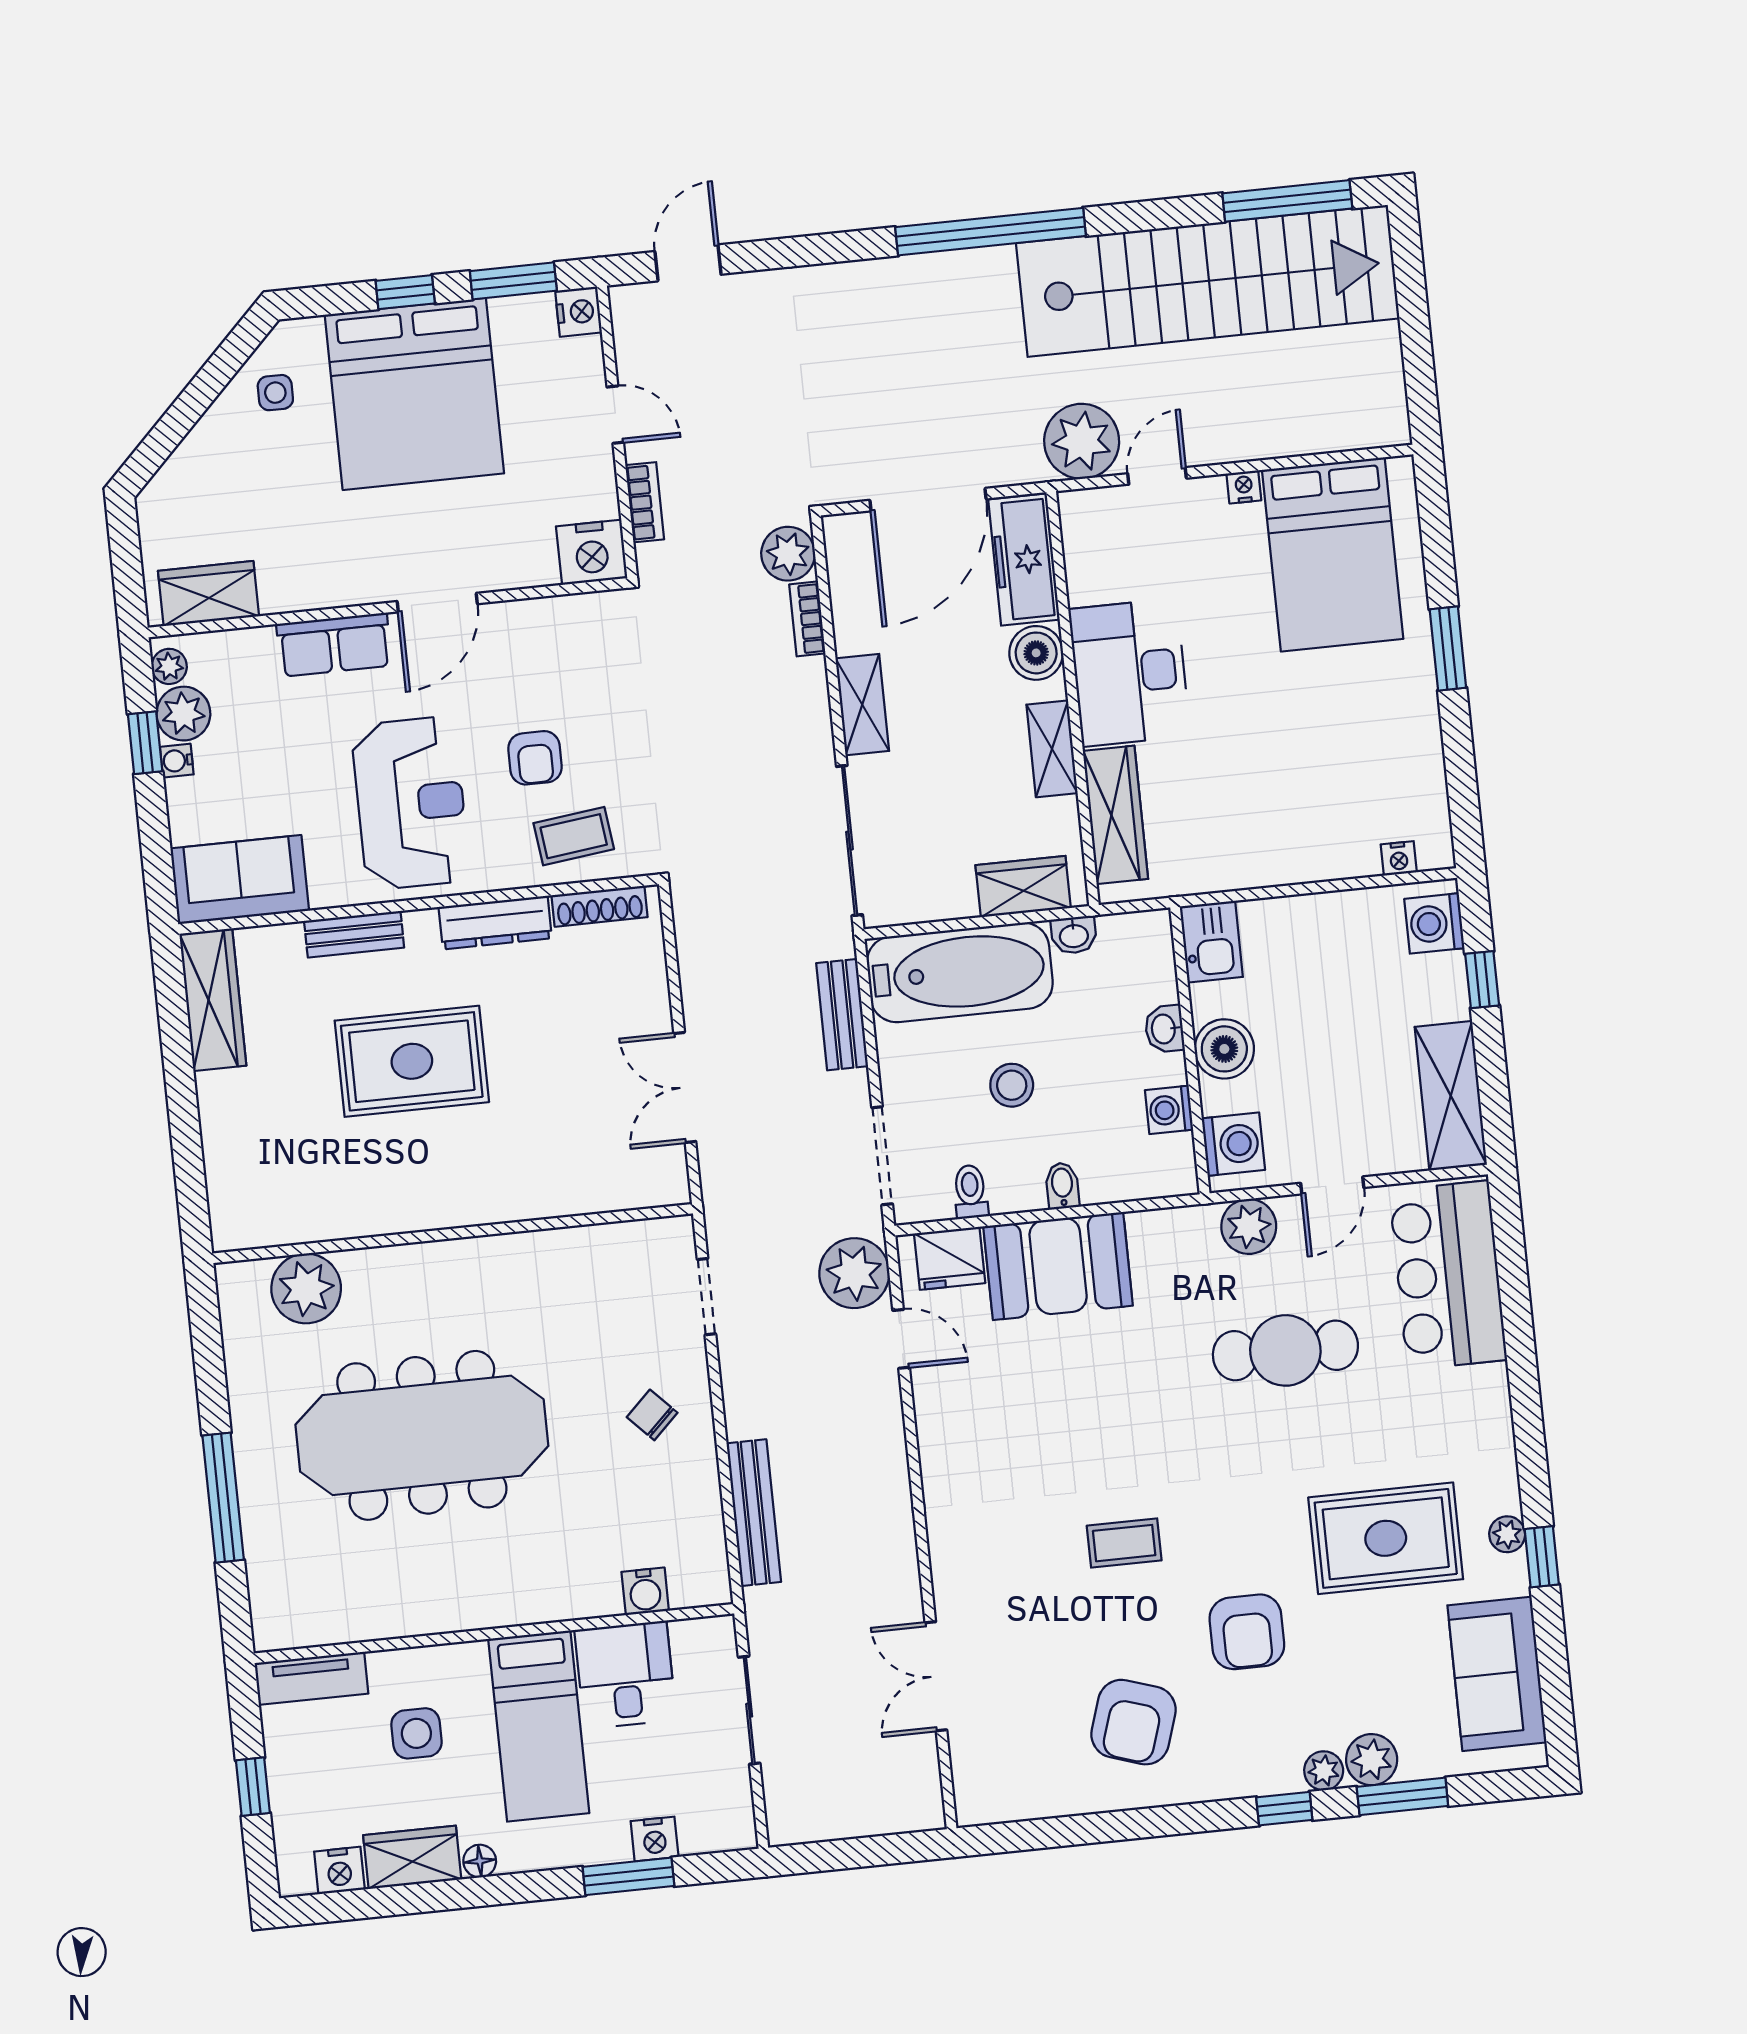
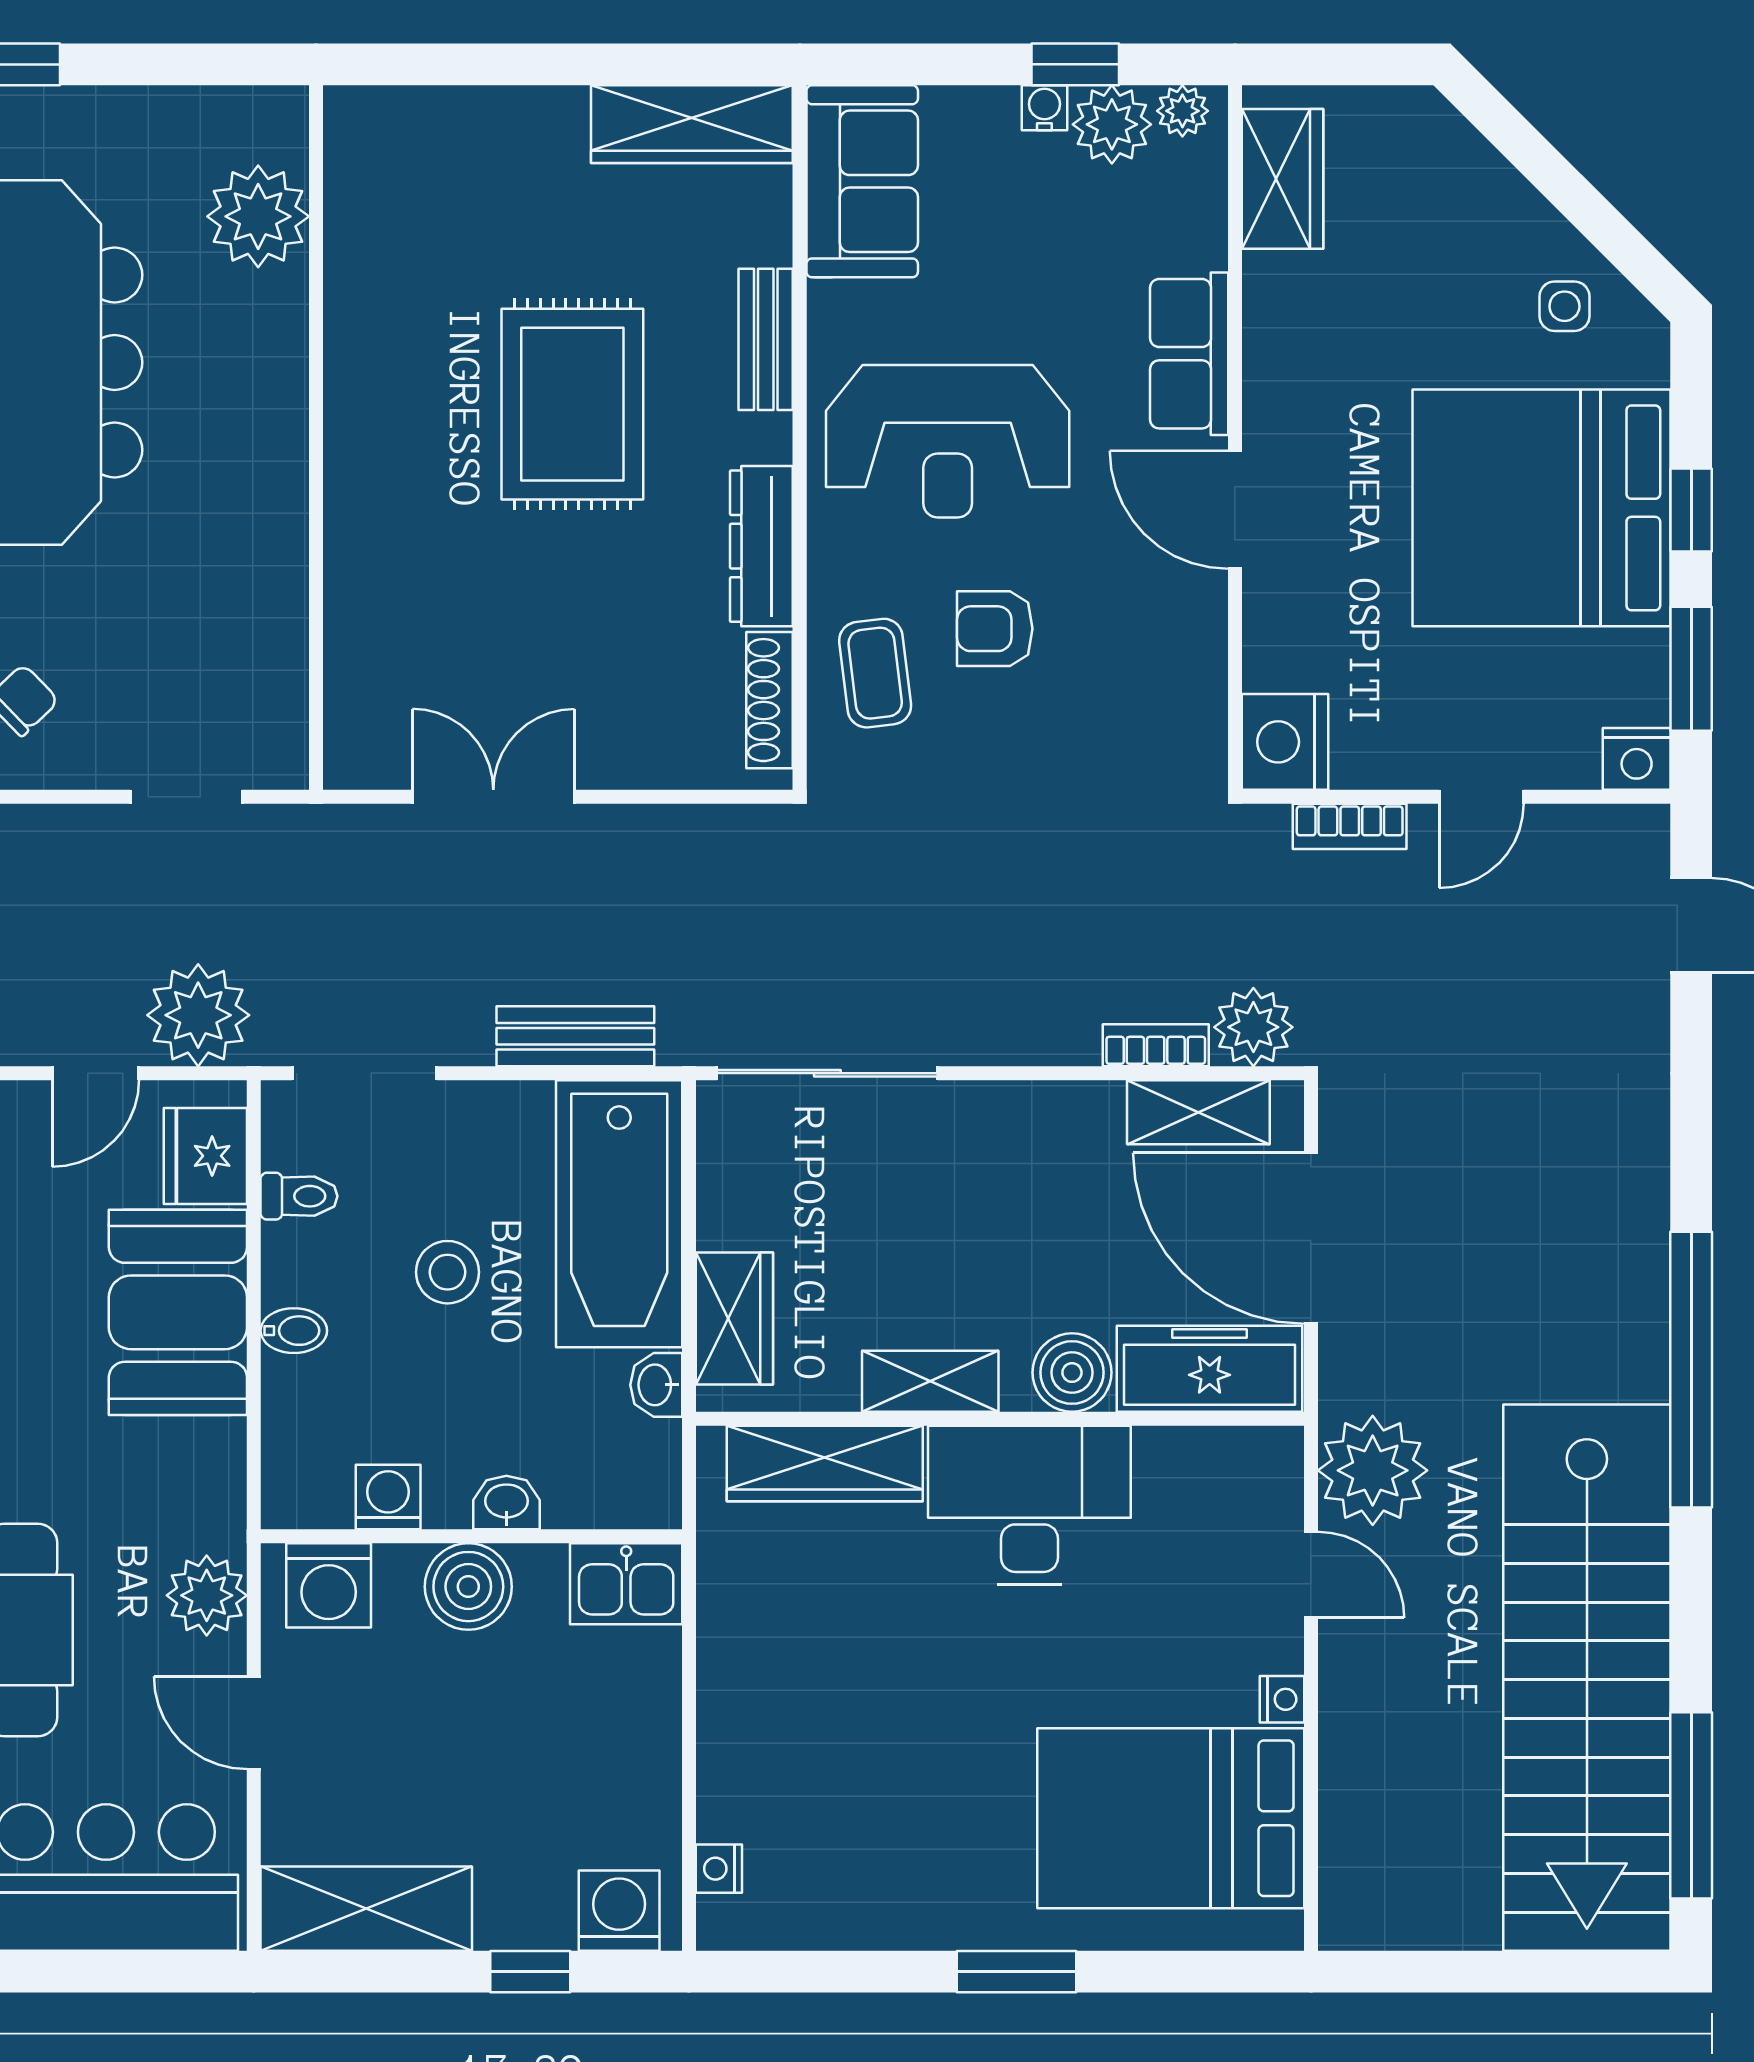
shelving: (862, 705) -> (1198, 1112), moved

